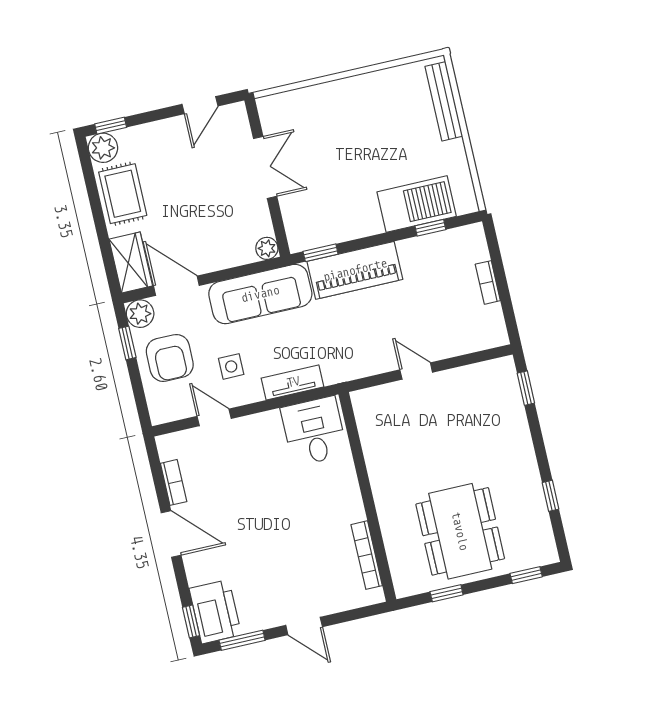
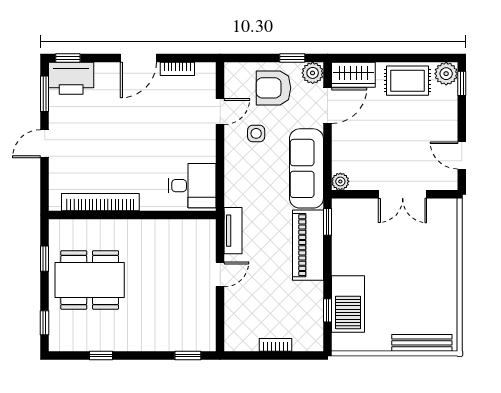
tv unit: (293, 382) -> (233, 231), moved
bookcase: (367, 555) -> (100, 202), width x1.48, depth x1.31

